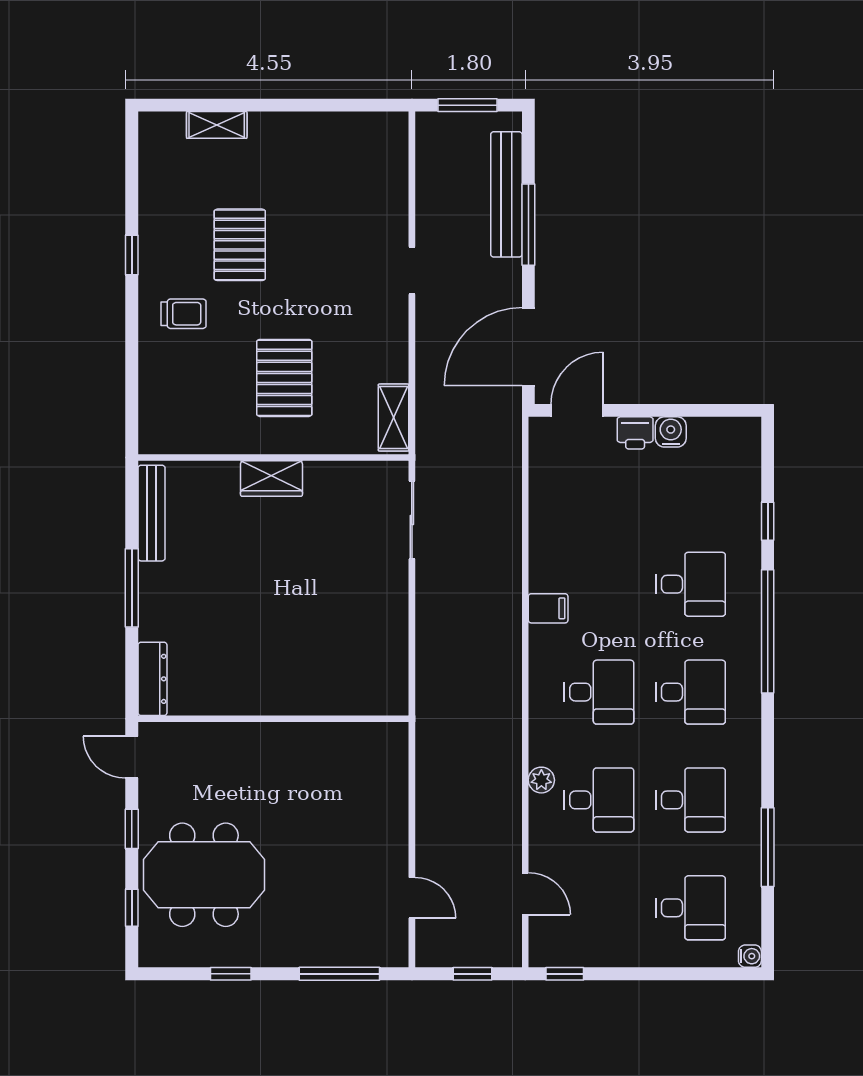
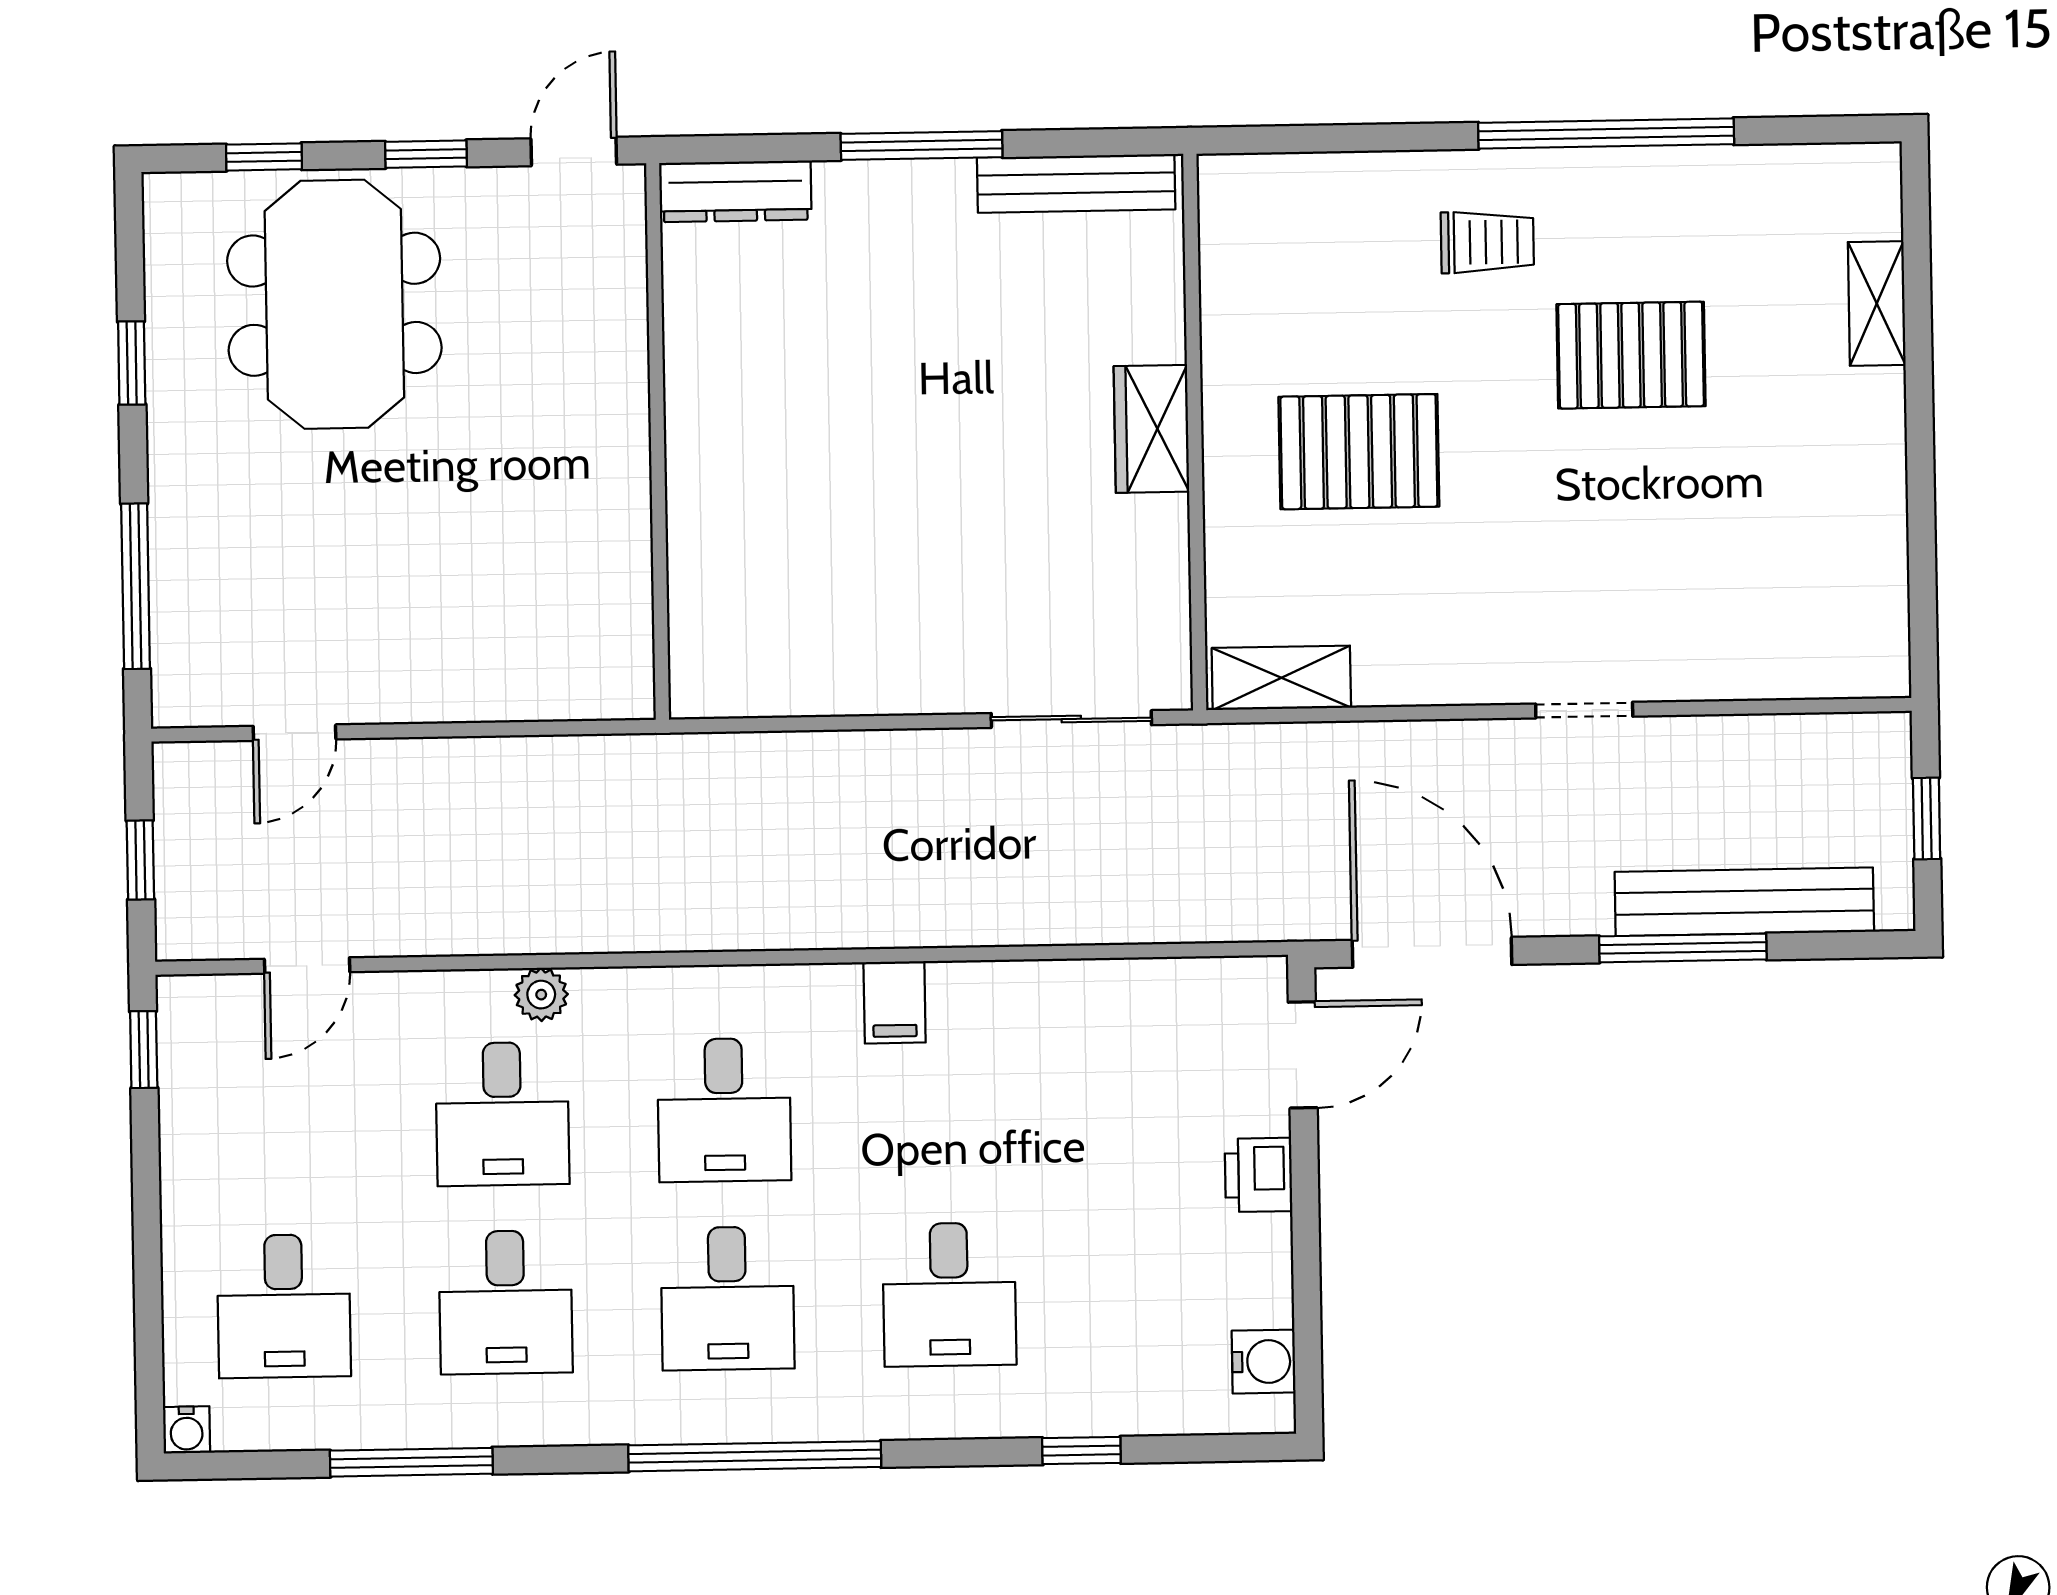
window: (467, 105) -> (1927, 819), width x0.67
window: (132, 255) -> (1606, 134), width x3.17
trolley: (184, 314) -> (1487, 242), turned -90
door: (577, 410) -> (1303, 1055), hinge flipped
water cooler: (671, 432) -> (1264, 1362), moved
window: (768, 631) -> (755, 1456), moved

